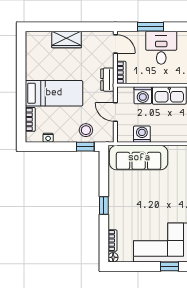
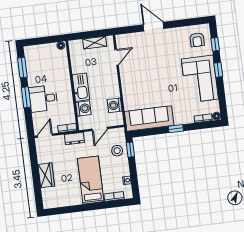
window: (150, 27) -> (26, 97), moved
sofa: (139, 158) -> (149, 118), moved, turned -90

